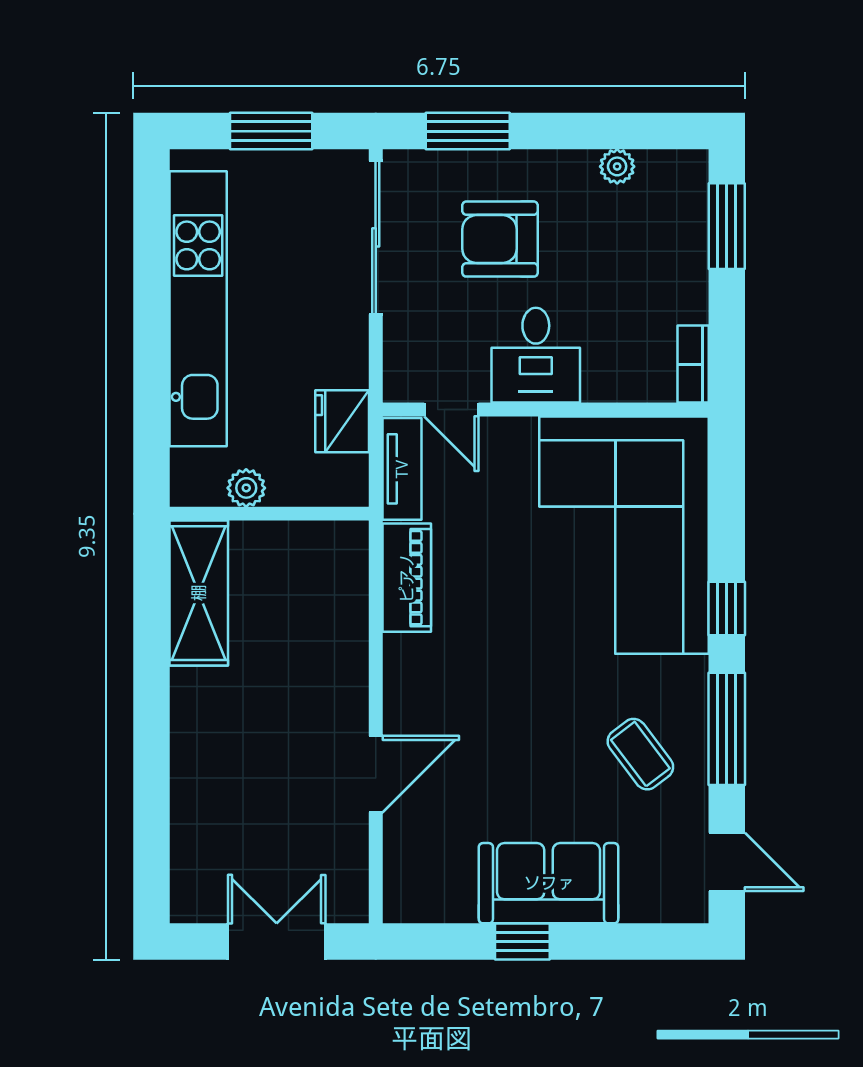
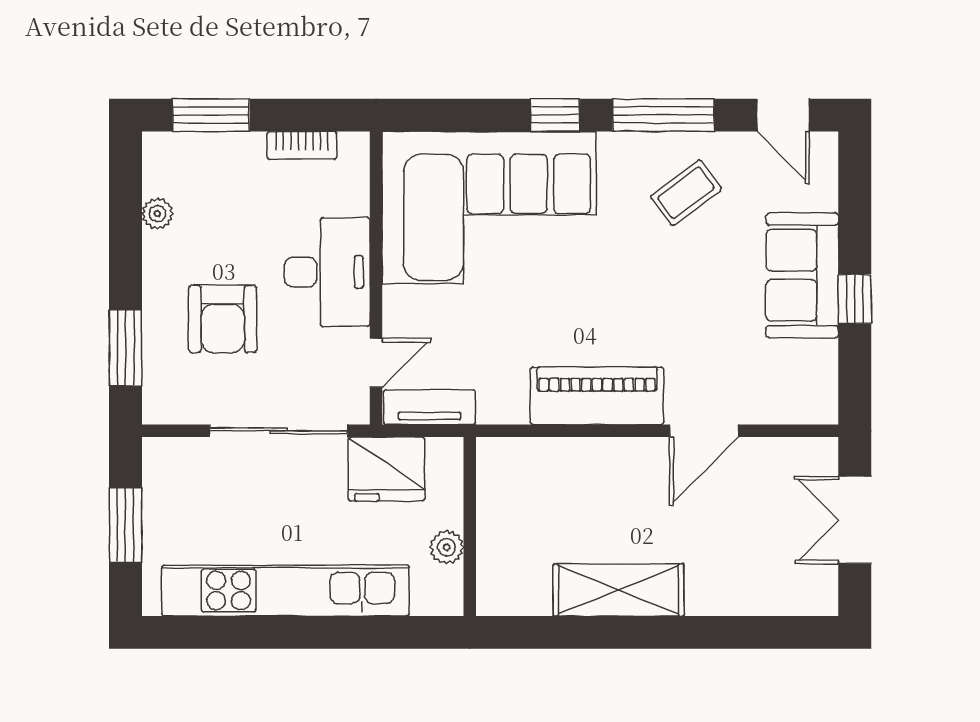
sliding door: (376, 237) -> (279, 431), moved
desk: (536, 355) -> (327, 272), width x1.37
bookcase: (693, 364) -> (302, 145), moved
fridge: (342, 421) -> (387, 469), width x1.36, depth x1.34
piano: (407, 578) -> (597, 396), moved, width x1.37, depth x1.33
shelving: (199, 593) -> (618, 590), moved
door: (376, 774) -> (704, 431), swing flipped
door: (727, 862) -> (783, 115), swing flipped

